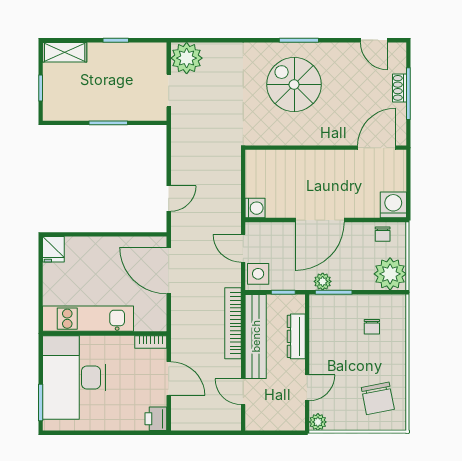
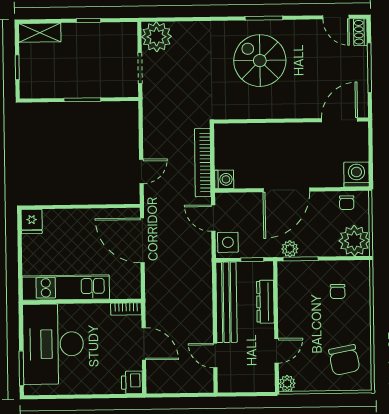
shoe rack: (399, 88) -> (360, 32), moved
bookcase: (233, 323) -> (203, 163), moved

